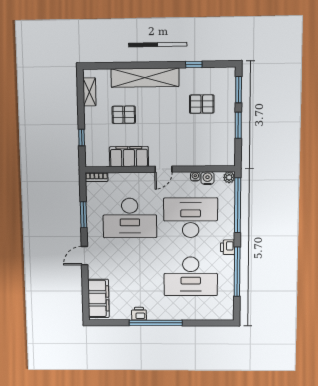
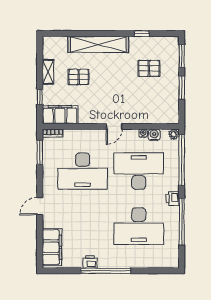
shelving: (89, 92) -> (48, 72), moved
filing cabinet: (129, 157) -> (60, 115), moved
window: (83, 215) -> (40, 152), moved

